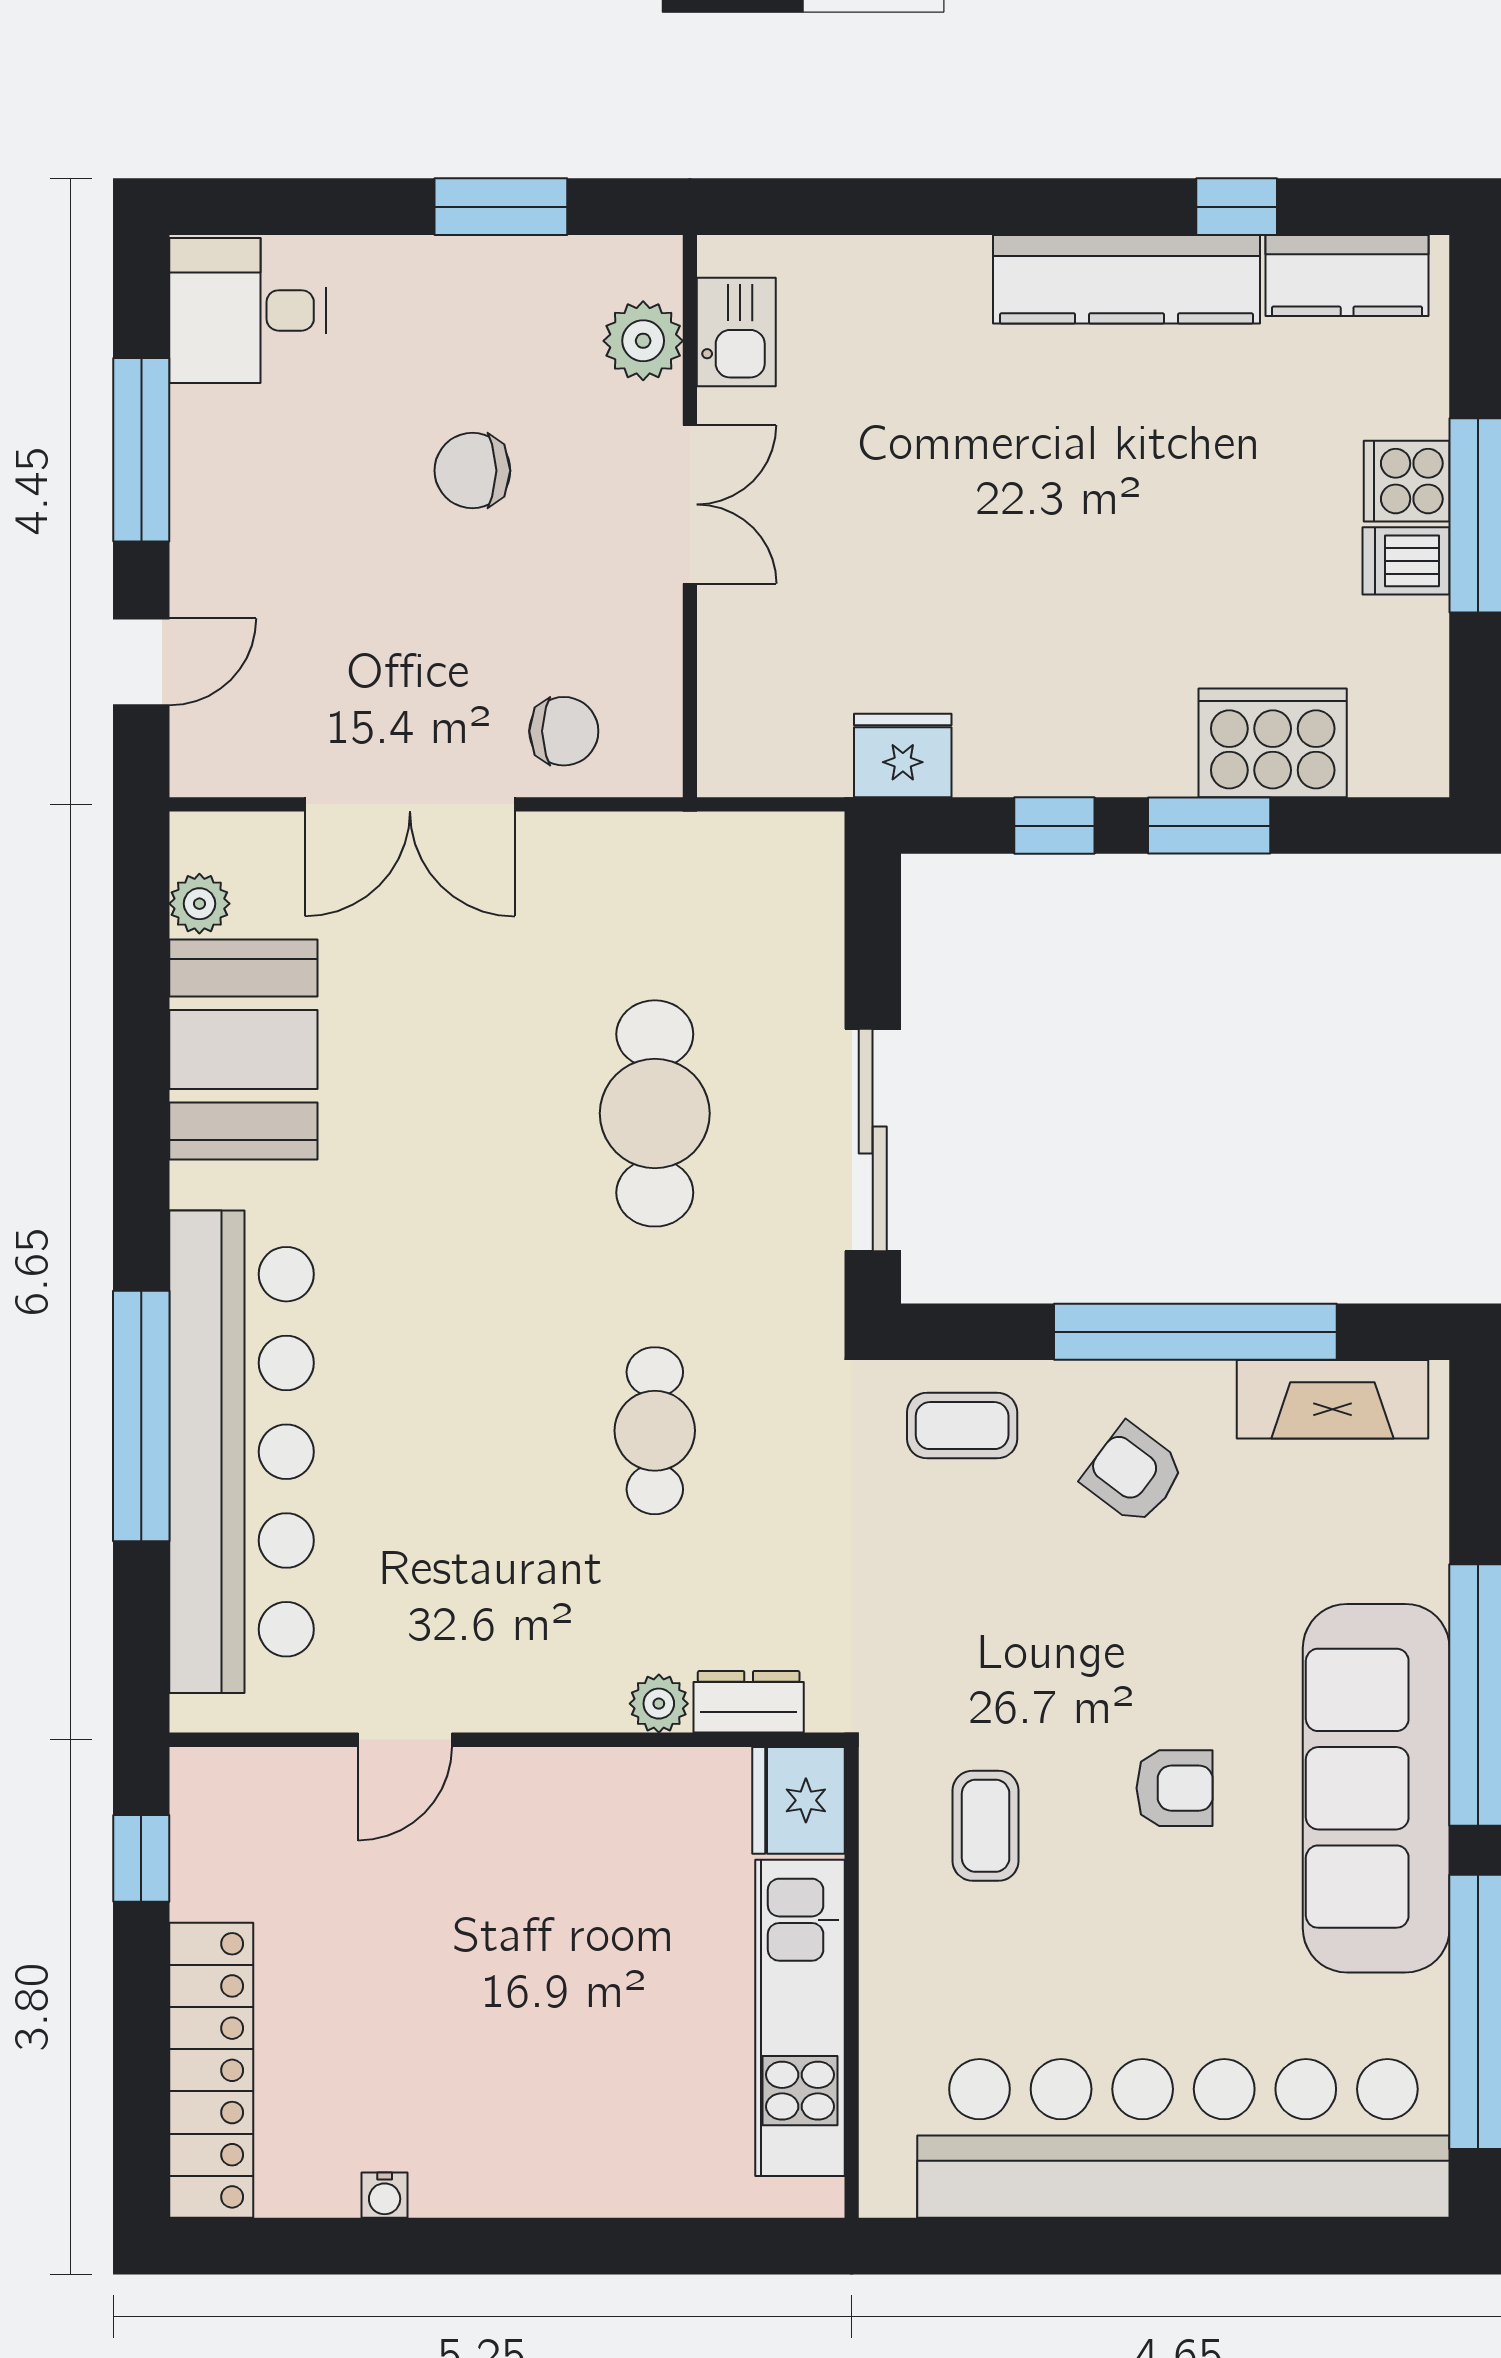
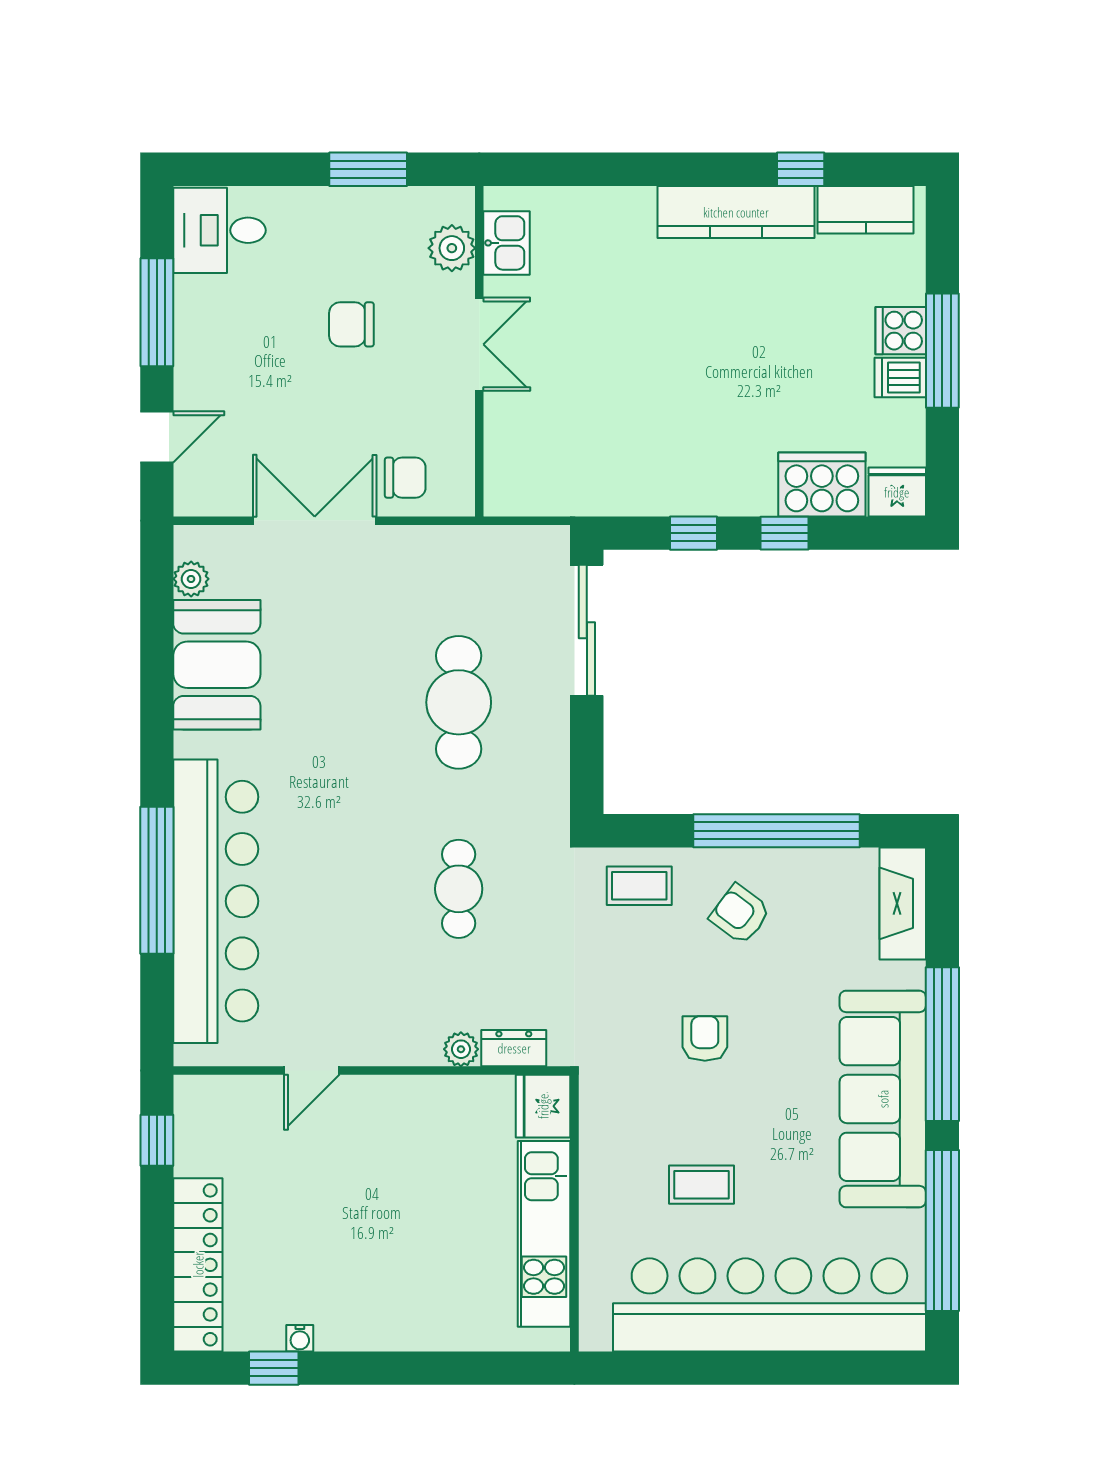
fridge: (903, 756) -> (897, 492), moved
double door: (410, 804) -> (315, 521), swing flipped
window: (1209, 826) -> (785, 533), width x0.67
sliding door: (873, 1140) -> (587, 630), moved
fireplace: (1332, 1399) -> (903, 903), moved, turned 90
armchair: (1175, 1788) -> (705, 1038), moved, turned -90
coffee table: (986, 1826) -> (701, 1185), moved, turned 90
window: (340, 2246) -> (274, 1368), added

